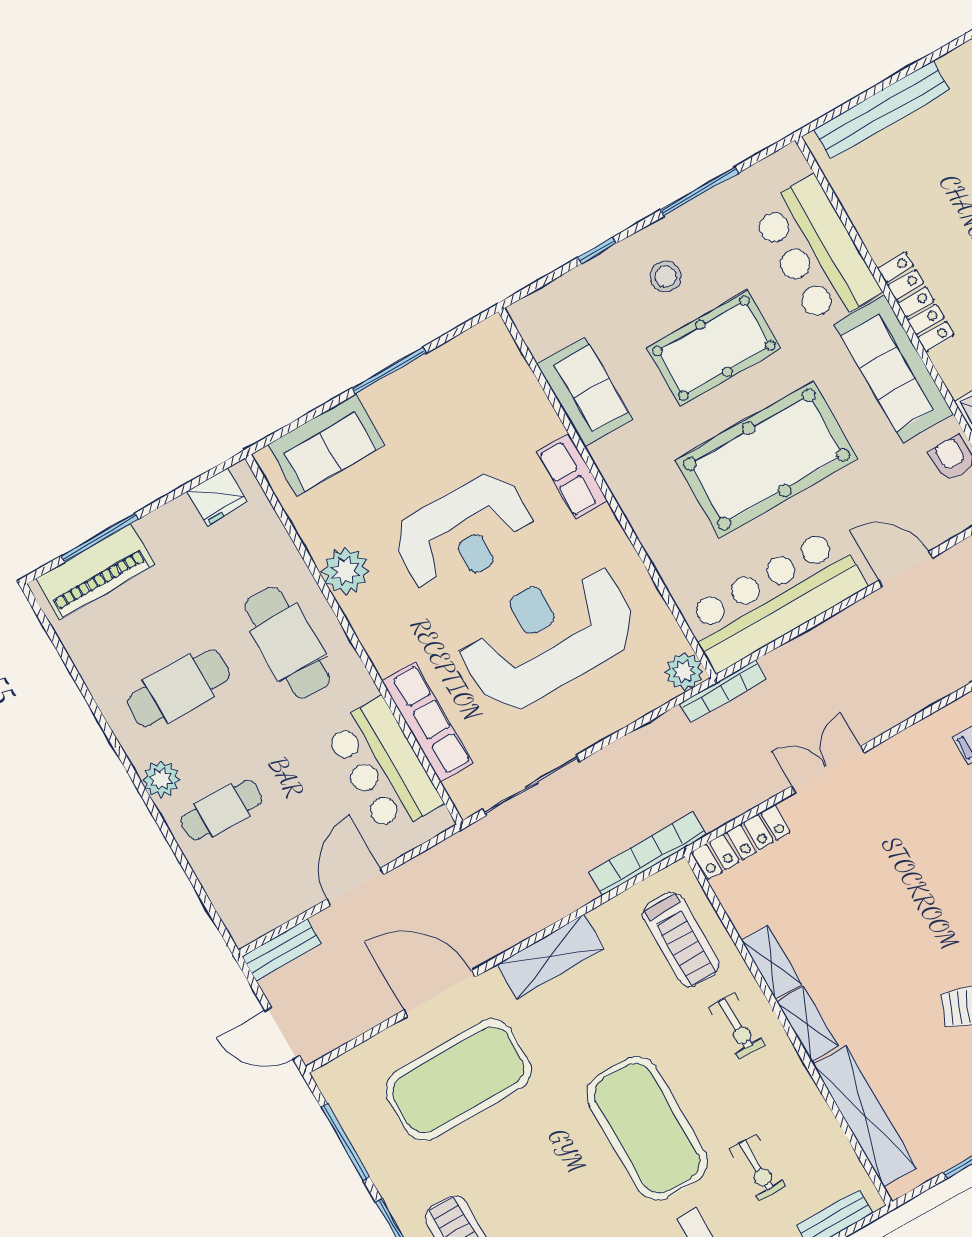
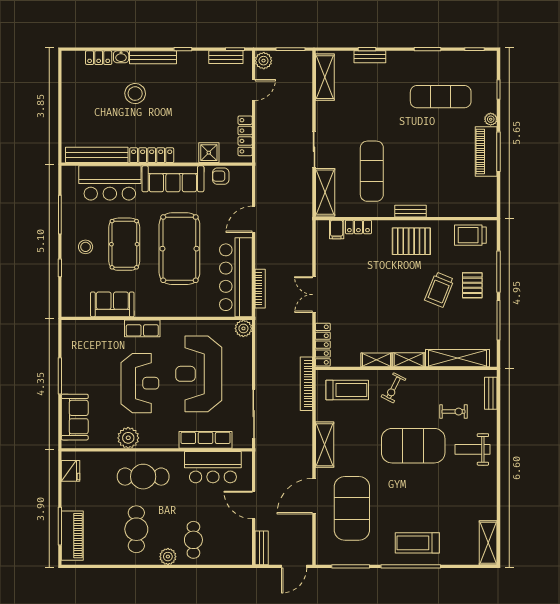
bench: (882, 110) -> (97, 155), moved, turned 90
bookcase: (723, 691) -> (260, 289), moved
exercise bike: (737, 1026) -> (394, 388), turned 117

